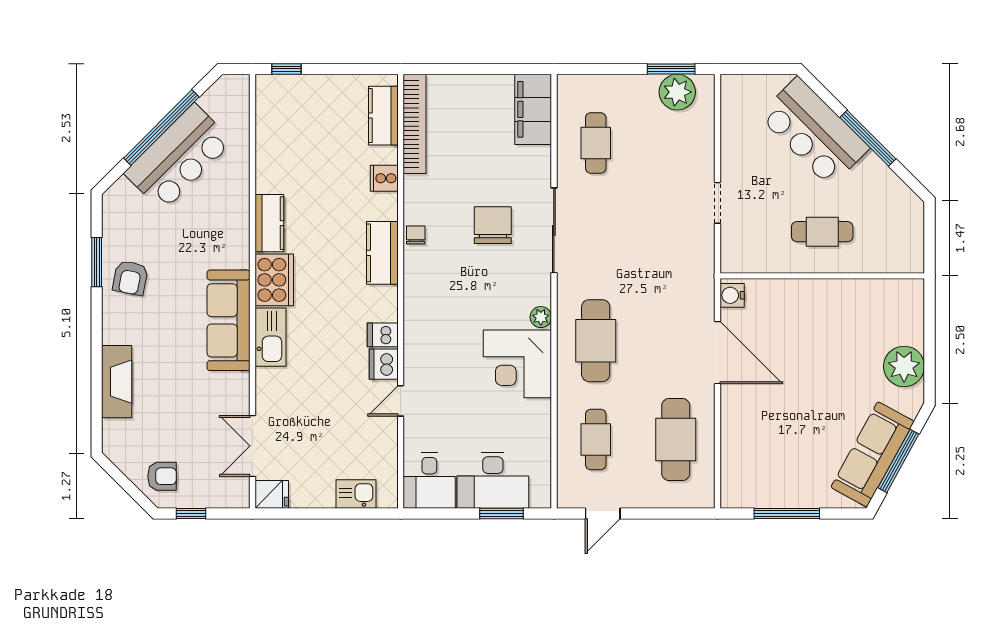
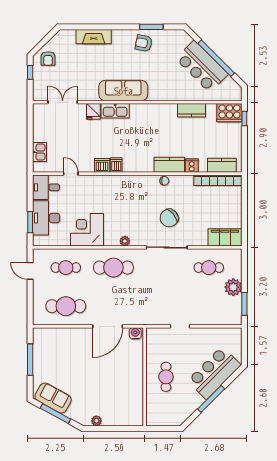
plant: (677, 92) -> (233, 287), moved
kitchen counter: (269, 223) -> (192, 110), moved
chair: (493, 225) -> (169, 218), turned 140
kitchen counter: (382, 253) -> (169, 165), moved
cooker: (274, 280) -> (229, 113), moved
corner desk: (517, 364) -> (87, 230), moved
plant: (904, 366) -> (96, 421), width x0.53, depth x0.53
door: (401, 401) -> (71, 174), moved
sofa: (872, 454) -> (53, 398), width x0.73
fridge: (272, 494) -> (93, 111), moved

